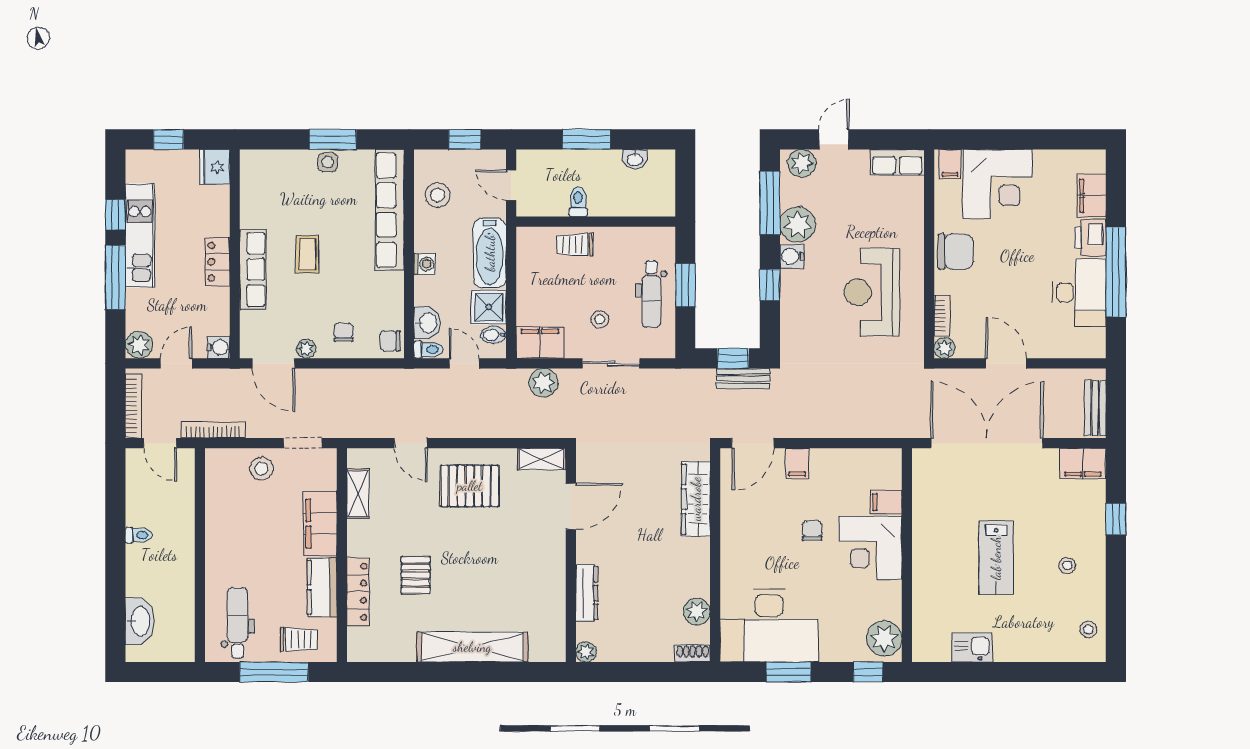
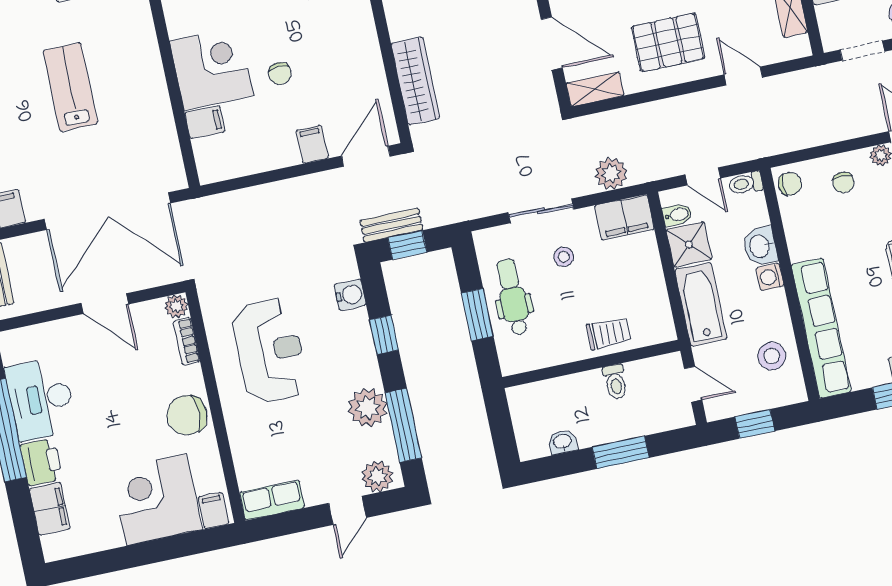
water cooler: (792, 256) -> (350, 295), moved
washbasin: (427, 323) -> (760, 246), moved
door: (571, 506) -> (552, 44), swing flipped

